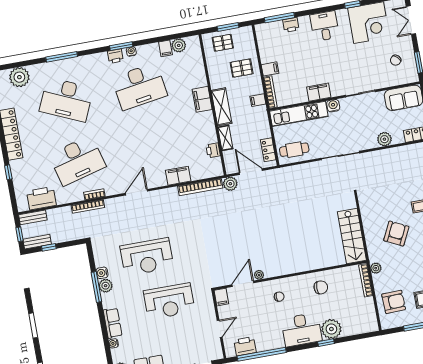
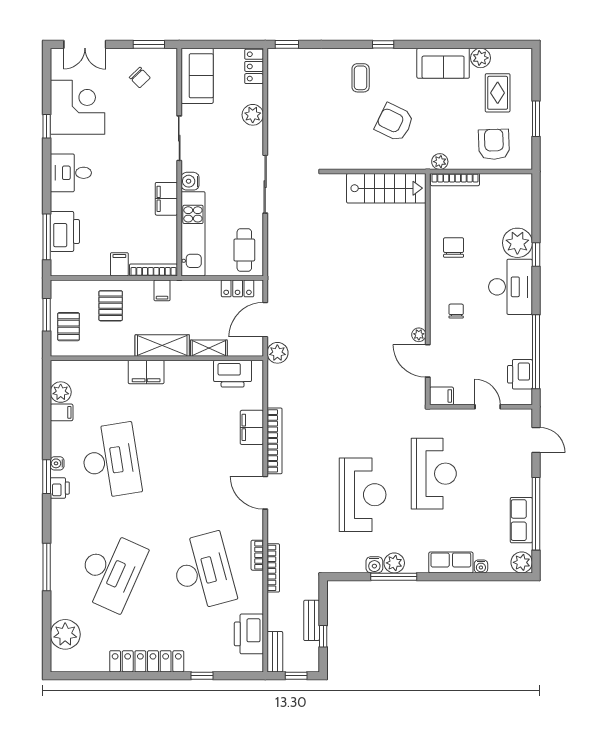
printer: (291, 25) -> (65, 231), width x1.87, depth x1.48
printer: (213, 150) -> (233, 374), width x1.87, depth x1.48
bookcase: (200, 187) -> (274, 441), moved
bench: (37, 242) -> (312, 620), moved

